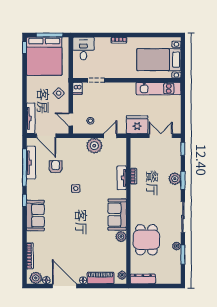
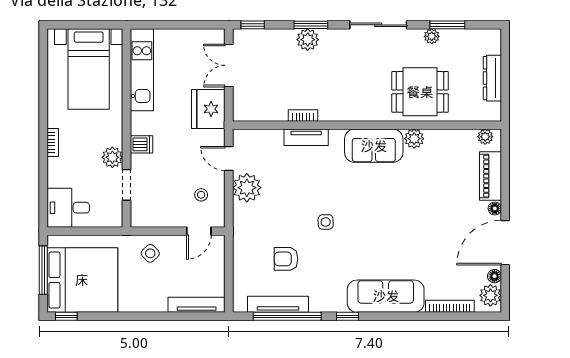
plant: (111, 73) -> (112, 157), added
dishwasher: (78, 88) -> (141, 144), moved
door: (46, 136) -> (229, 276), removed
sofa: (35, 216) -> (386, 296), width x1.36
dresser: (143, 279) -> (492, 78), moved

